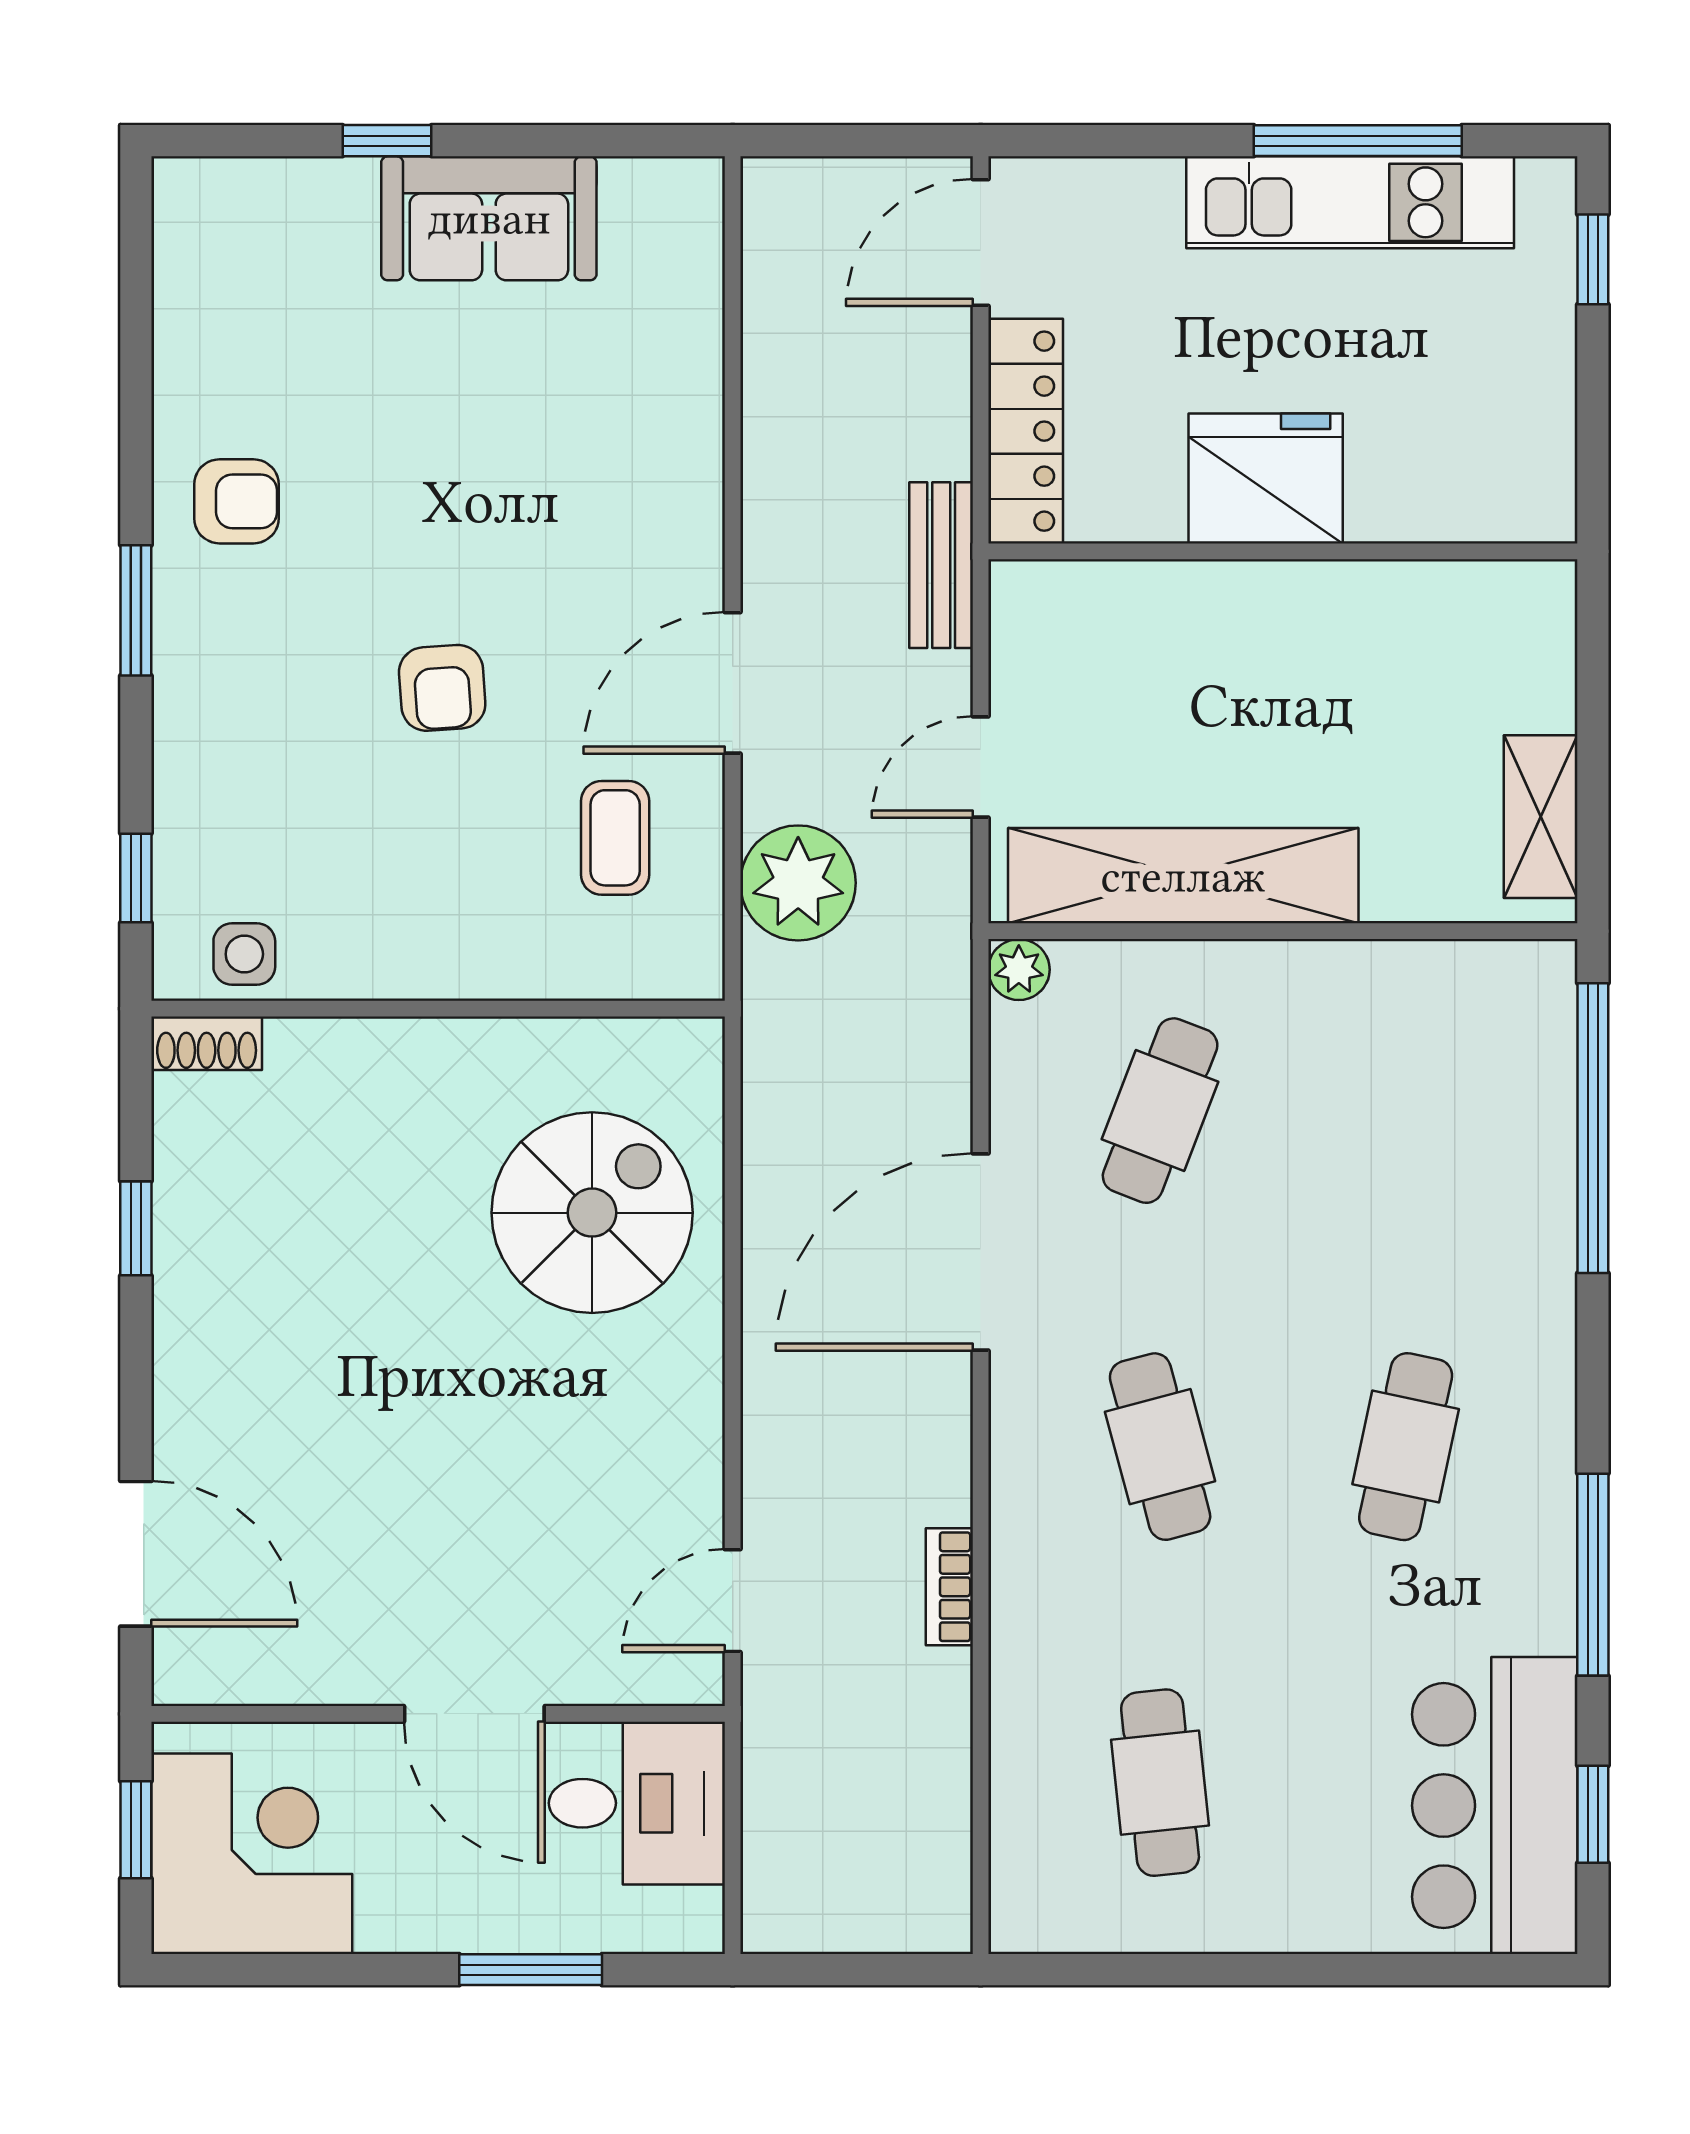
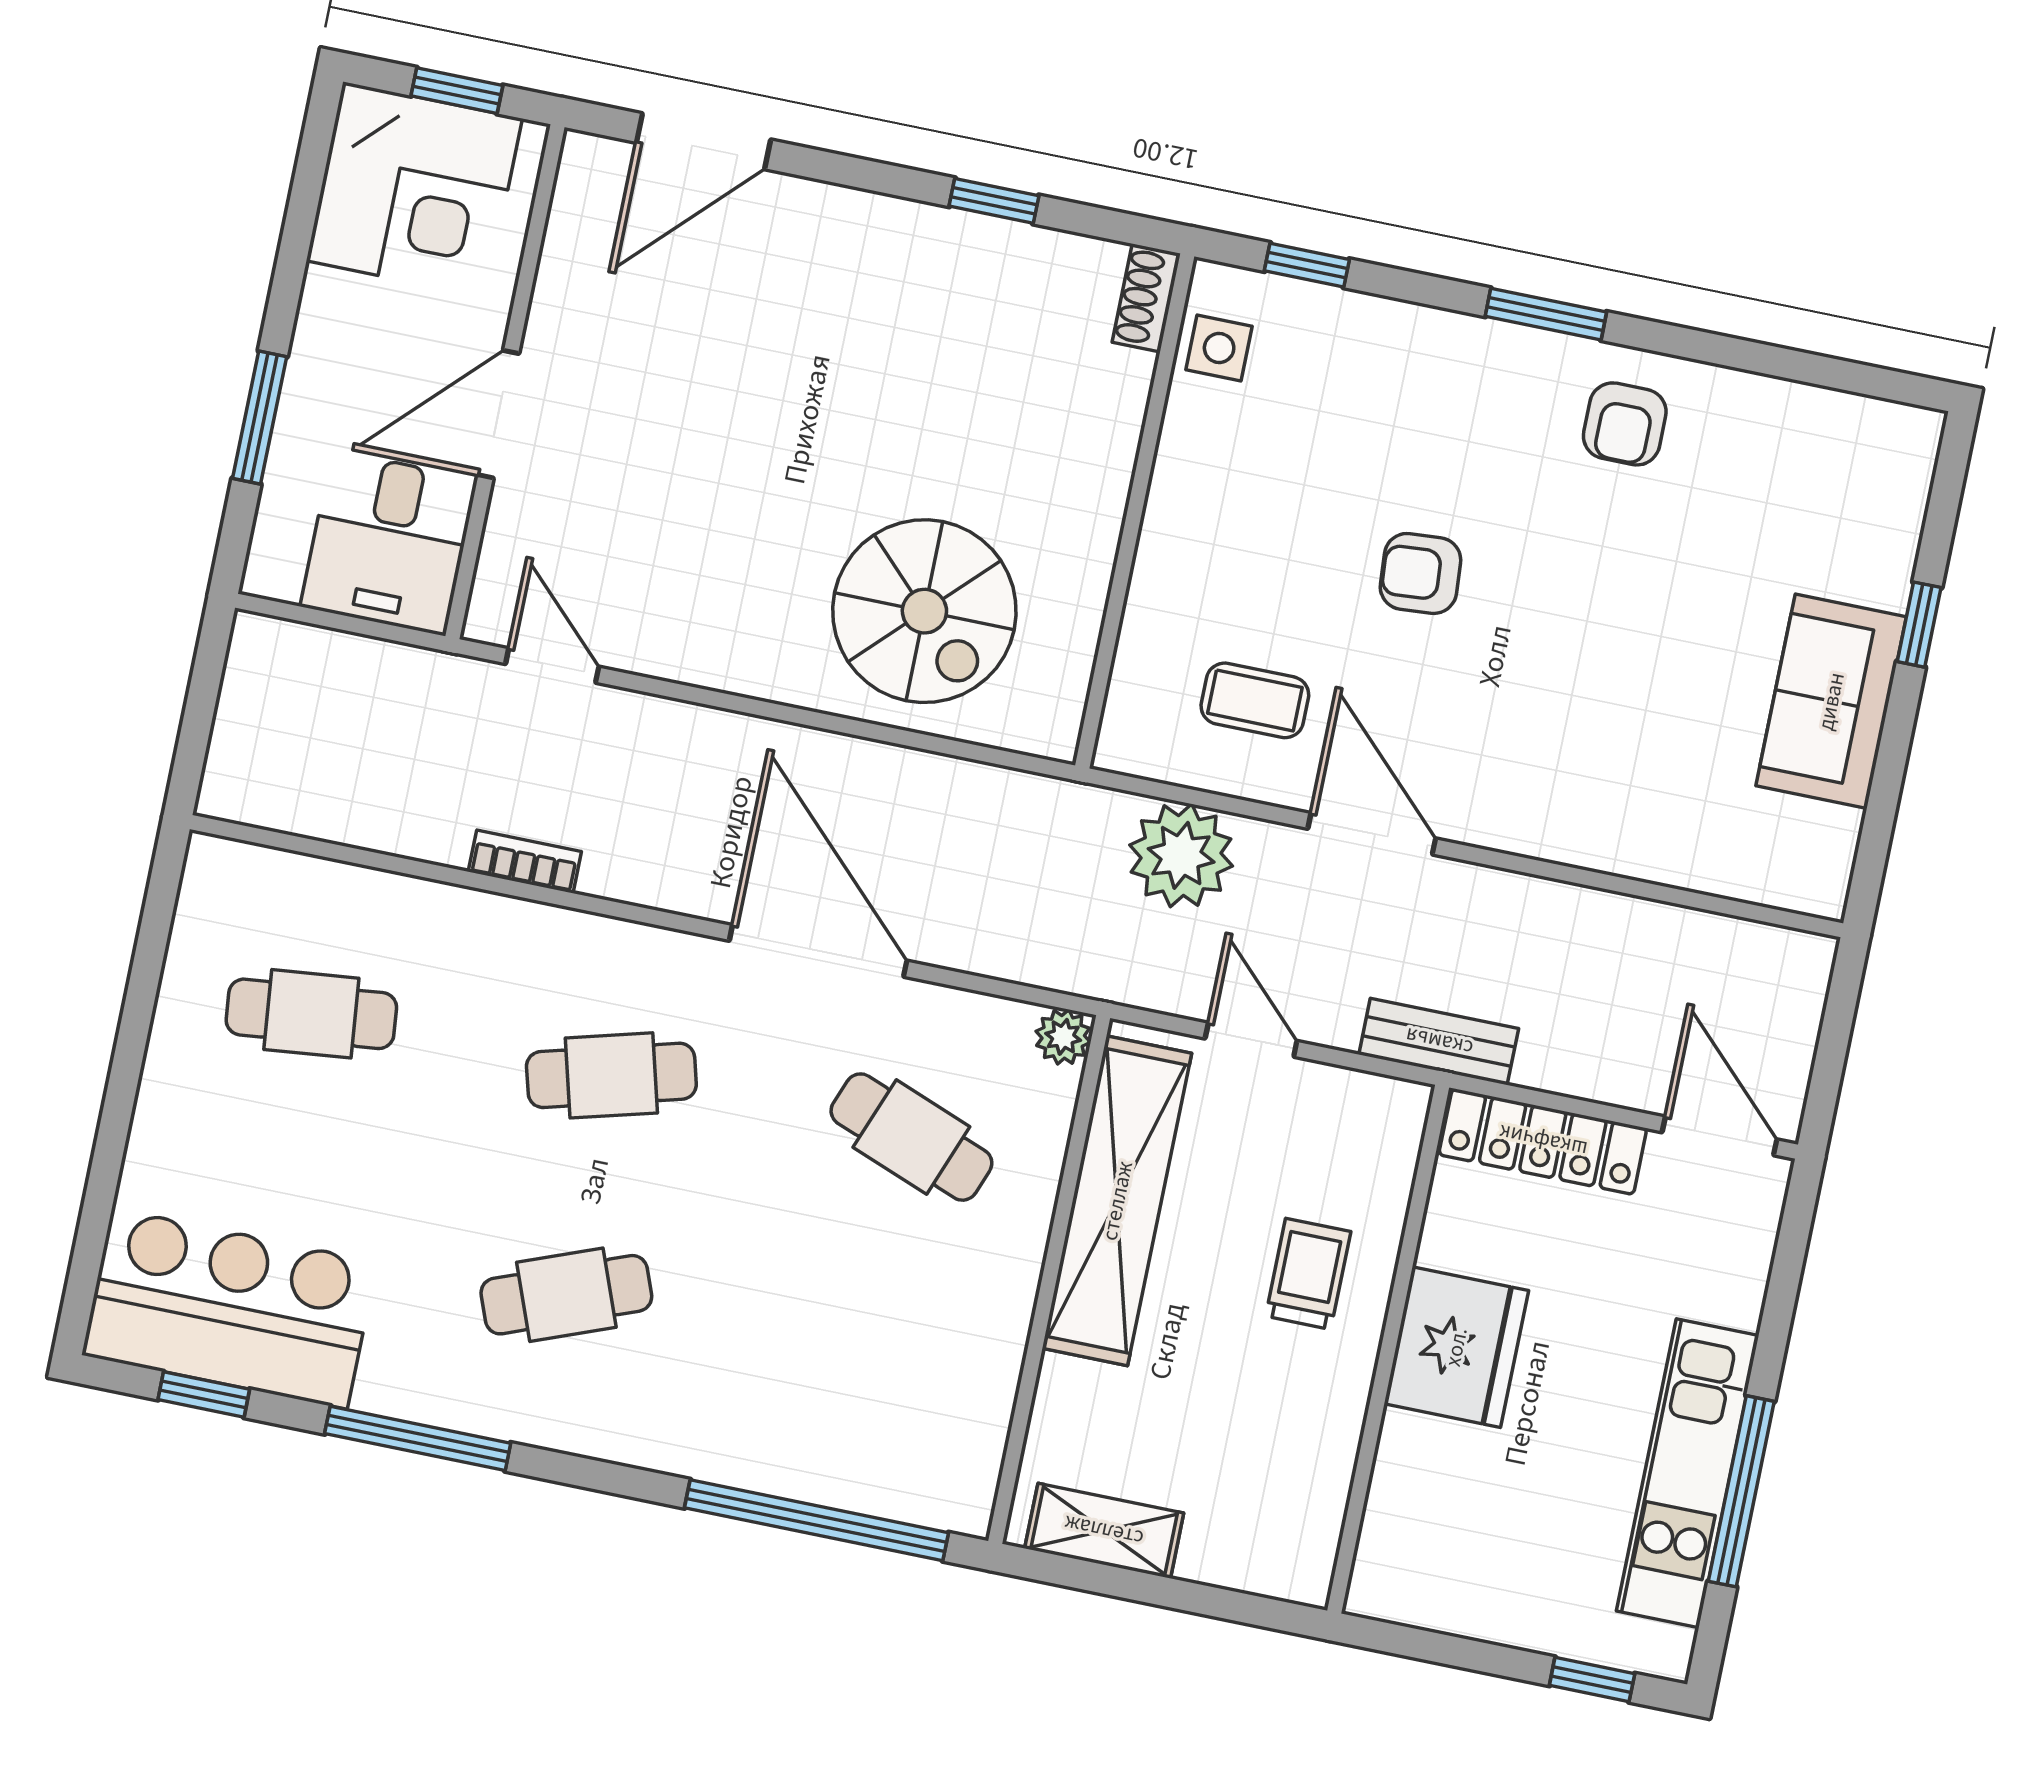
trolley: (1220, 654) -> (1308, 1274), added
cafe table: (1406, 1447) -> (566, 1295), turned -33

